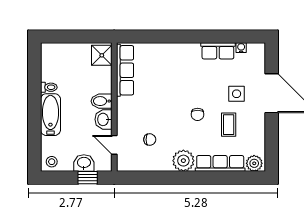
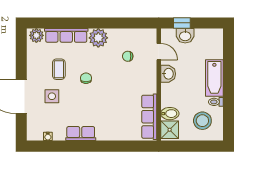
row of seats: (218, 51) -> (81, 134), moved
bidet: (101, 101) -> (170, 114), moved
stool: (52, 162) -> (202, 121), moved, width x1.89, depth x1.89

